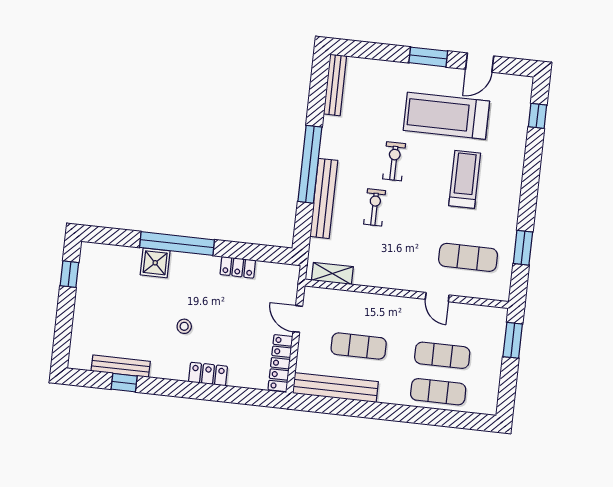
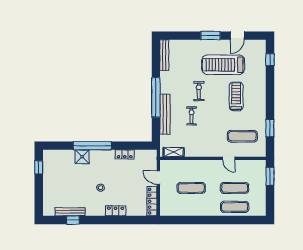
bench: (335, 388) -> (182, 211), removed

